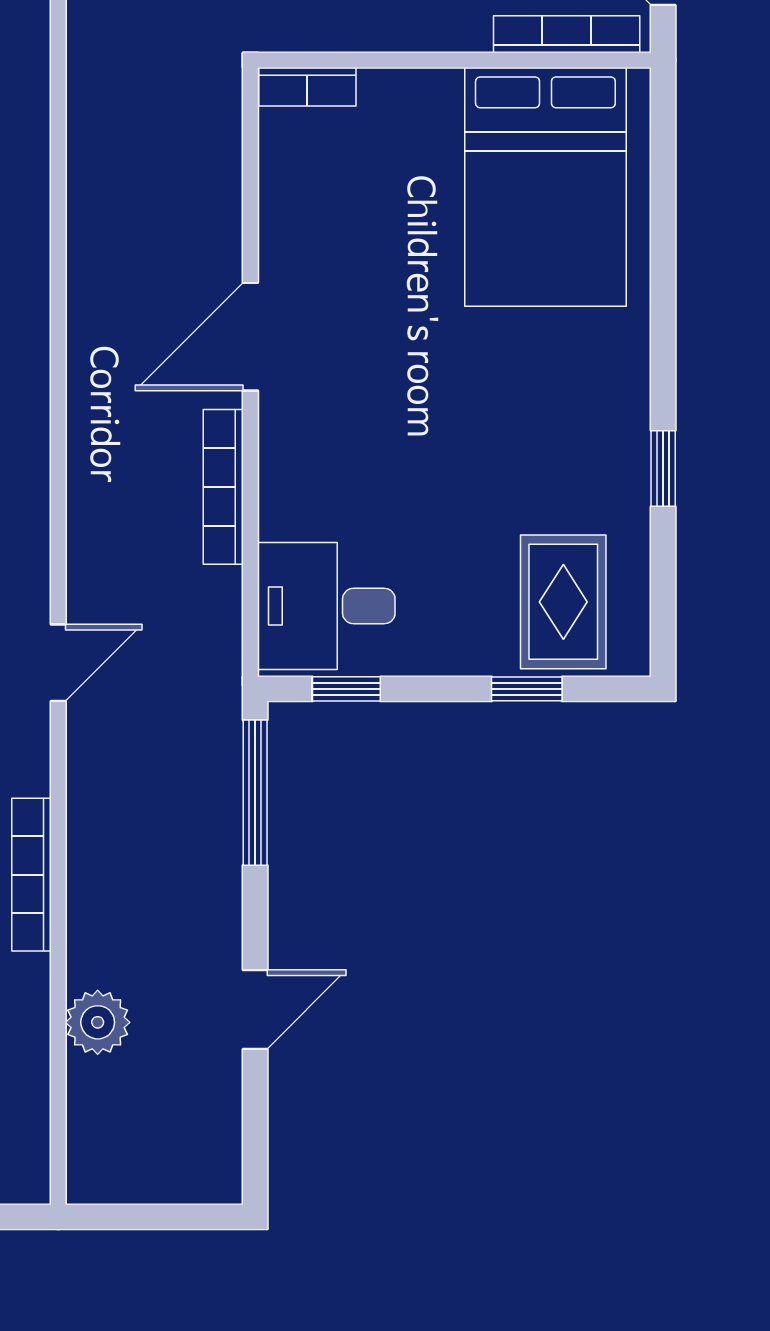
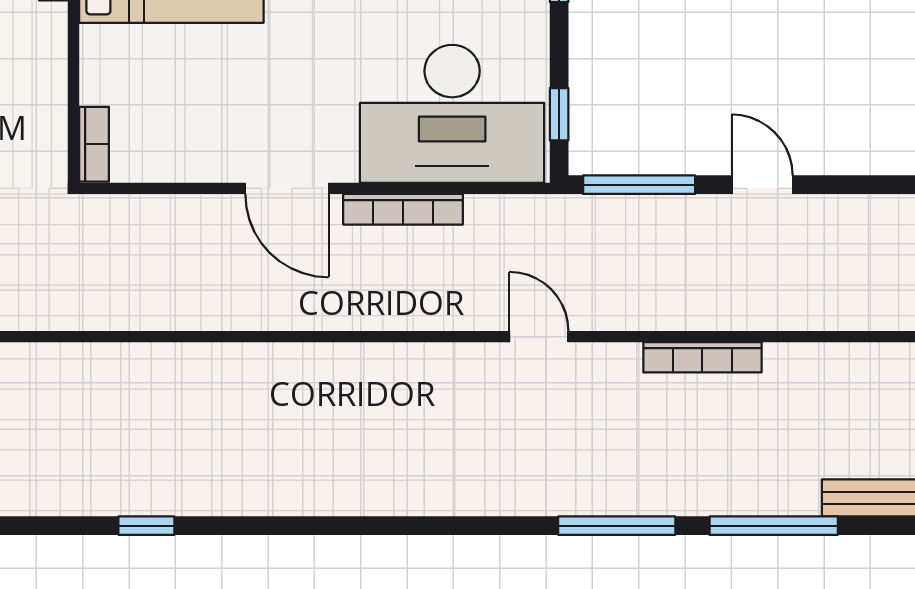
desk: (326, 606) -> (452, 114), width x1.87, depth x1.30
door: (255, 1010) -> (762, 185), moved
plant: (98, 1022) -> (816, 306), removed

